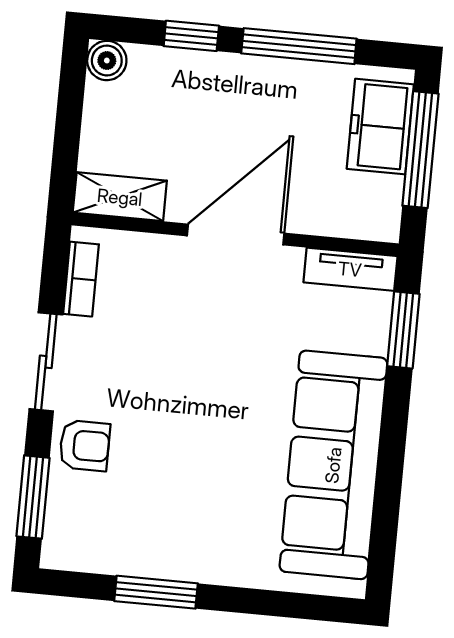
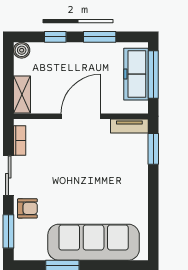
window: (299, 46) -> (100, 37), width x0.69
freezer: (380, 127) -> (136, 74), width x1.40
shelving: (120, 197) -> (22, 95), moved, turned 90
sofa: (333, 465) -> (94, 242), moved, turned 90

